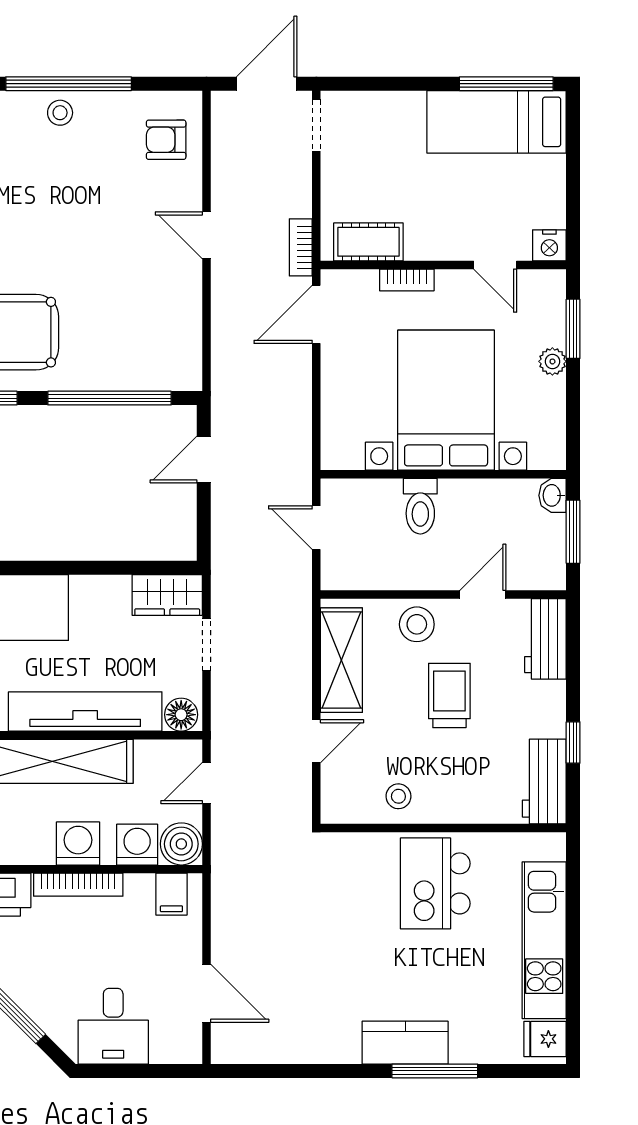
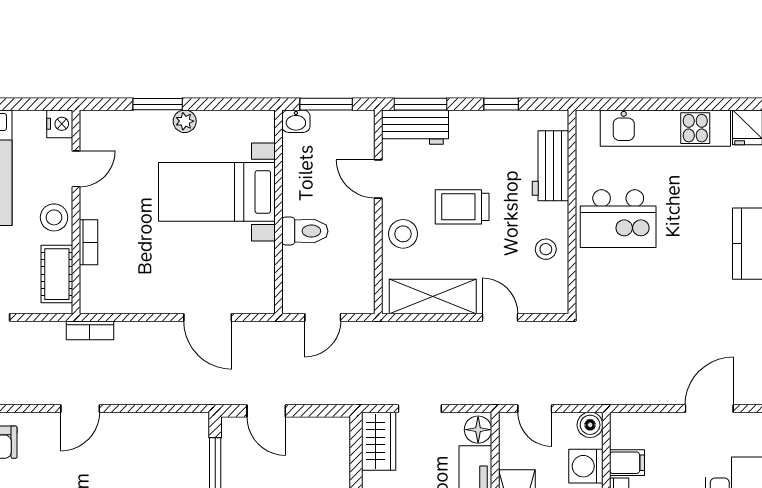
stool: (437, 204) -> (54, 217), added
cot: (368, 242) -> (57, 274), moved
nightstand: (549, 245) -> (60, 124), moved
wall: (443, 265) -> (76, 212), moved
door: (495, 265) -> (76, 169), moved
bookcase: (407, 280) -> (88, 242), moved
door: (316, 314) -> (208, 317), moved
bed with nightstands: (446, 400) -> (217, 192), width x0.73
window: (573, 645) -> (421, 104), added
workbench: (544, 781) -> (550, 166), moved, turned 90
boiler: (181, 844) -> (590, 425), width x0.73, depth x0.73
filing cabinet: (171, 894) -> (627, 463), moved

